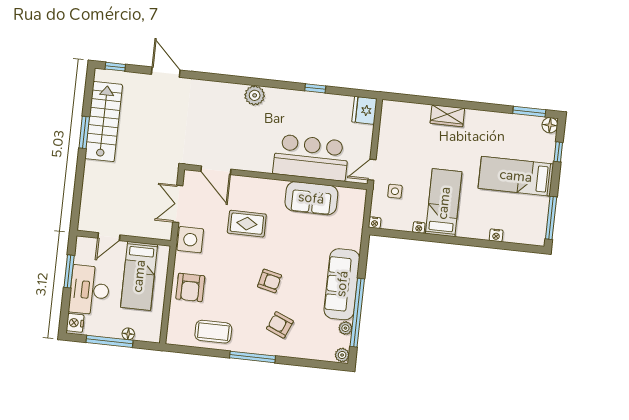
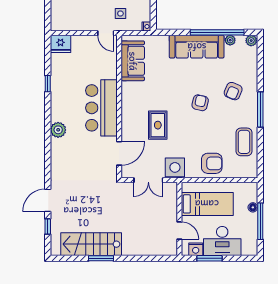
window: (115, 67) -> (48, 226), moved
bar counter: (311, 158) -> (101, 108), moved
sofa: (311, 198) -> (133, 61), moved
nightstand: (75, 323) -> (196, 249), moved

